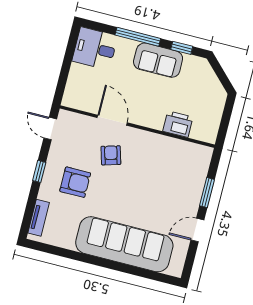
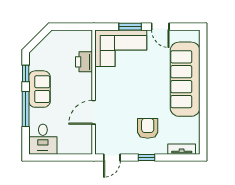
armchair: (111, 155) -> (121, 106), removed
corner sofa: (183, 174) -> (121, 48), added

